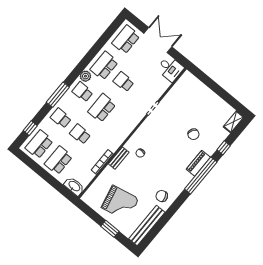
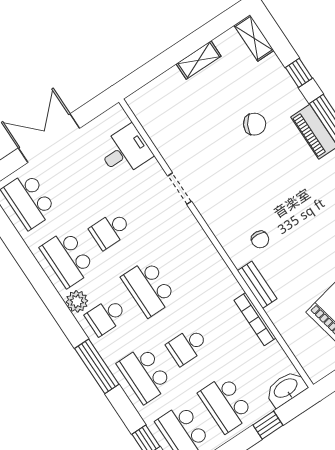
desk: (170, 68) -> (125, 151), moved
shelving: (216, 99) -> (199, 60), added
school desk: (61, 118) -> (145, 374), width x1.85
window: (55, 183) -> (268, 425), added

